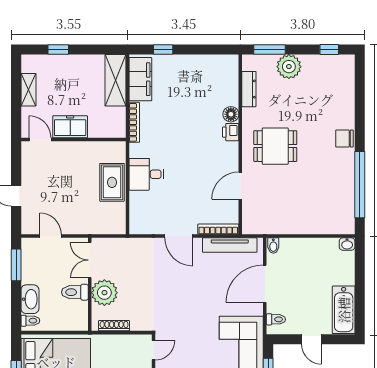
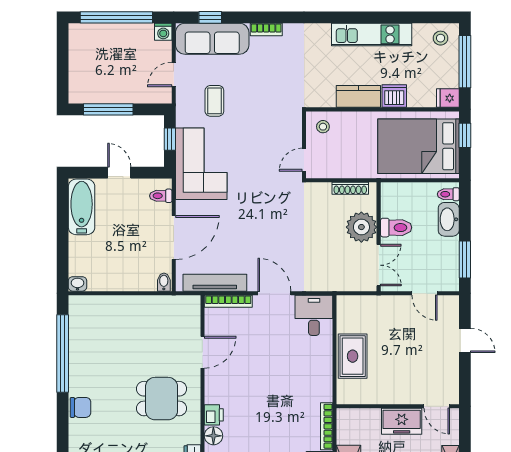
desk: (146, 174) -> (314, 315), moved, turned -90

